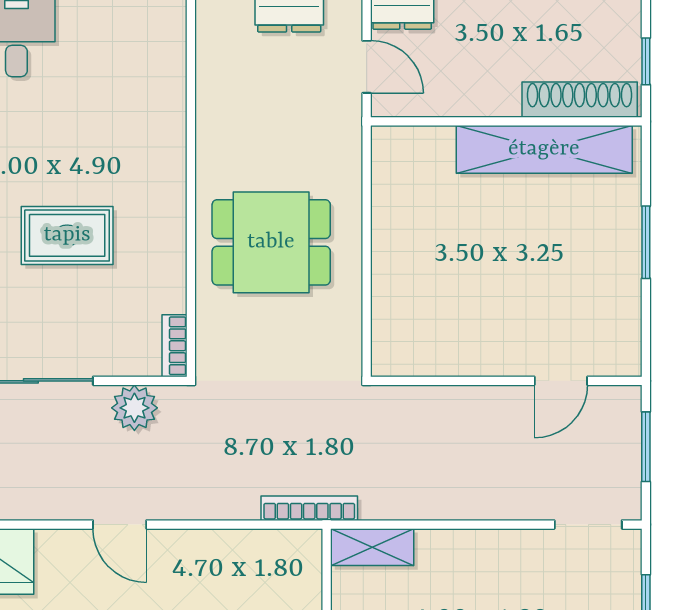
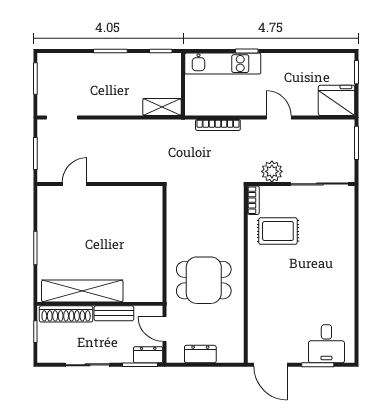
bench: (476, 101) -> (114, 313), added
rug: (67, 235) -> (278, 231), moved
dining table: (271, 242) -> (204, 280), moved
bookcase: (309, 508) -> (218, 125), moved

